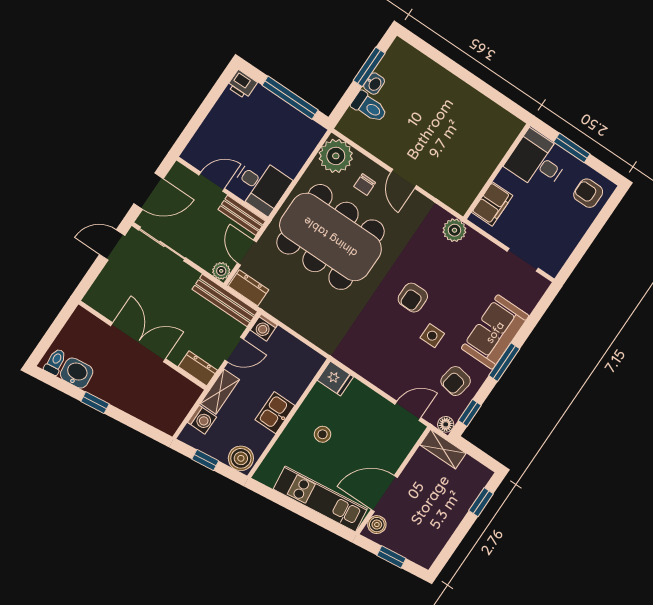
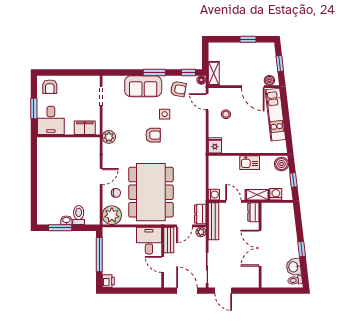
stool: (322, 434) -> (226, 114), moved
window: (481, 502) -> (248, 39), moved

